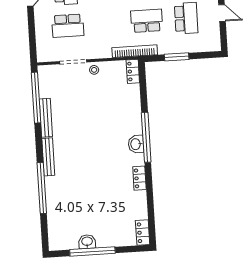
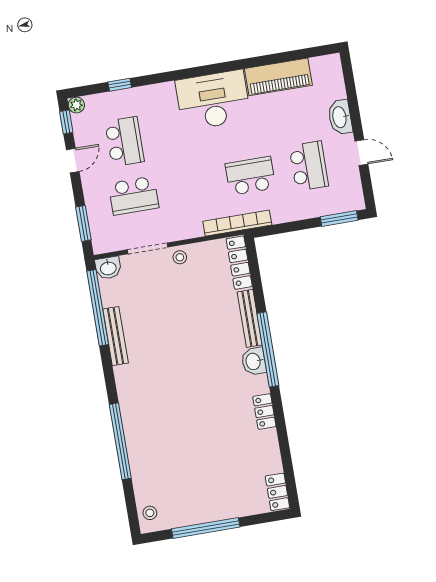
window: (32, 41) -> (83, 223), added
window: (177, 57) -> (339, 219), moved
locker: (133, 71) -> (239, 263), width x1.53
bench: (48, 157) -> (250, 318), moved
stool: (56, 238) -> (150, 513), added
washbasin: (87, 242) -> (108, 268), moved, turned 180

